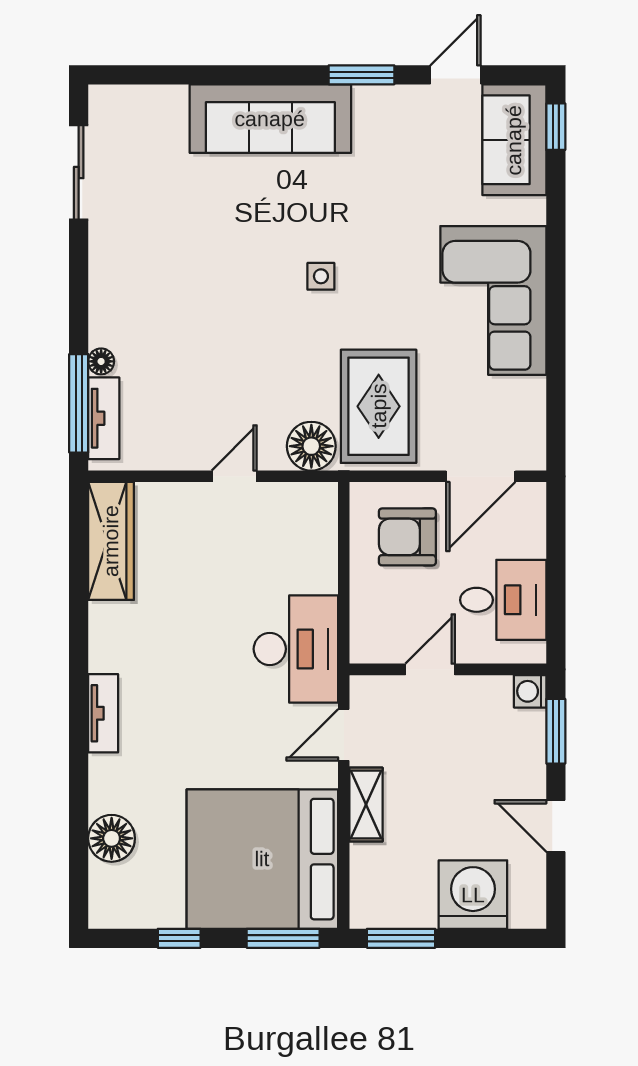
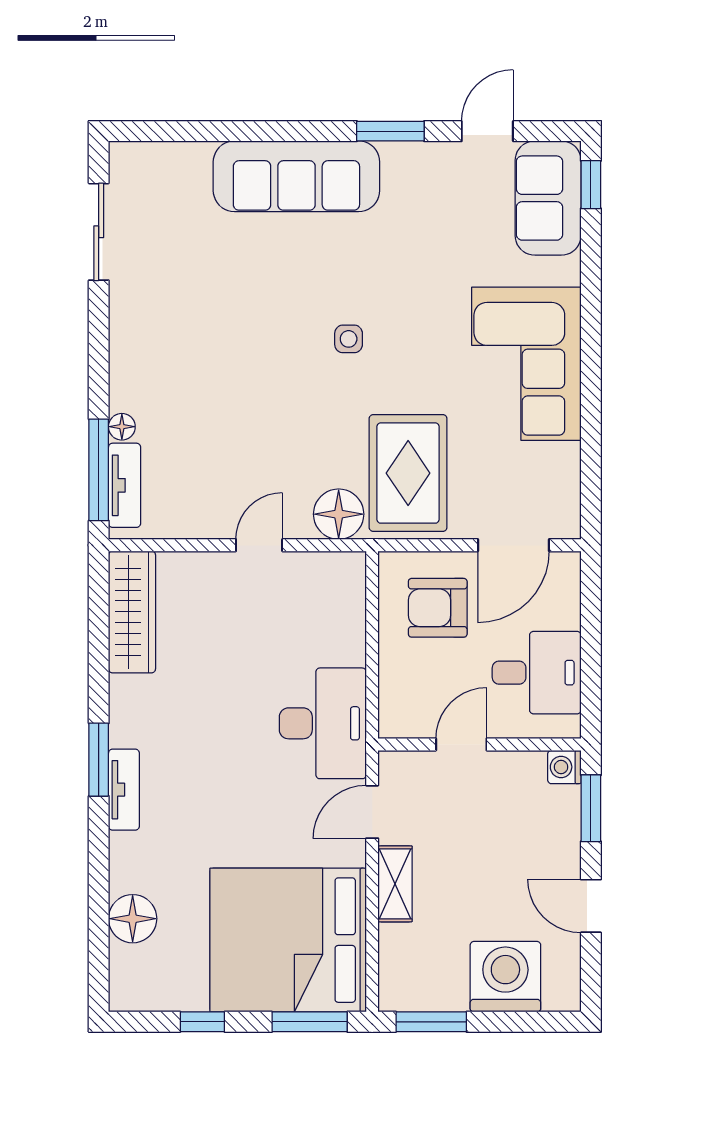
window: (79, 684) -> (99, 760), added

